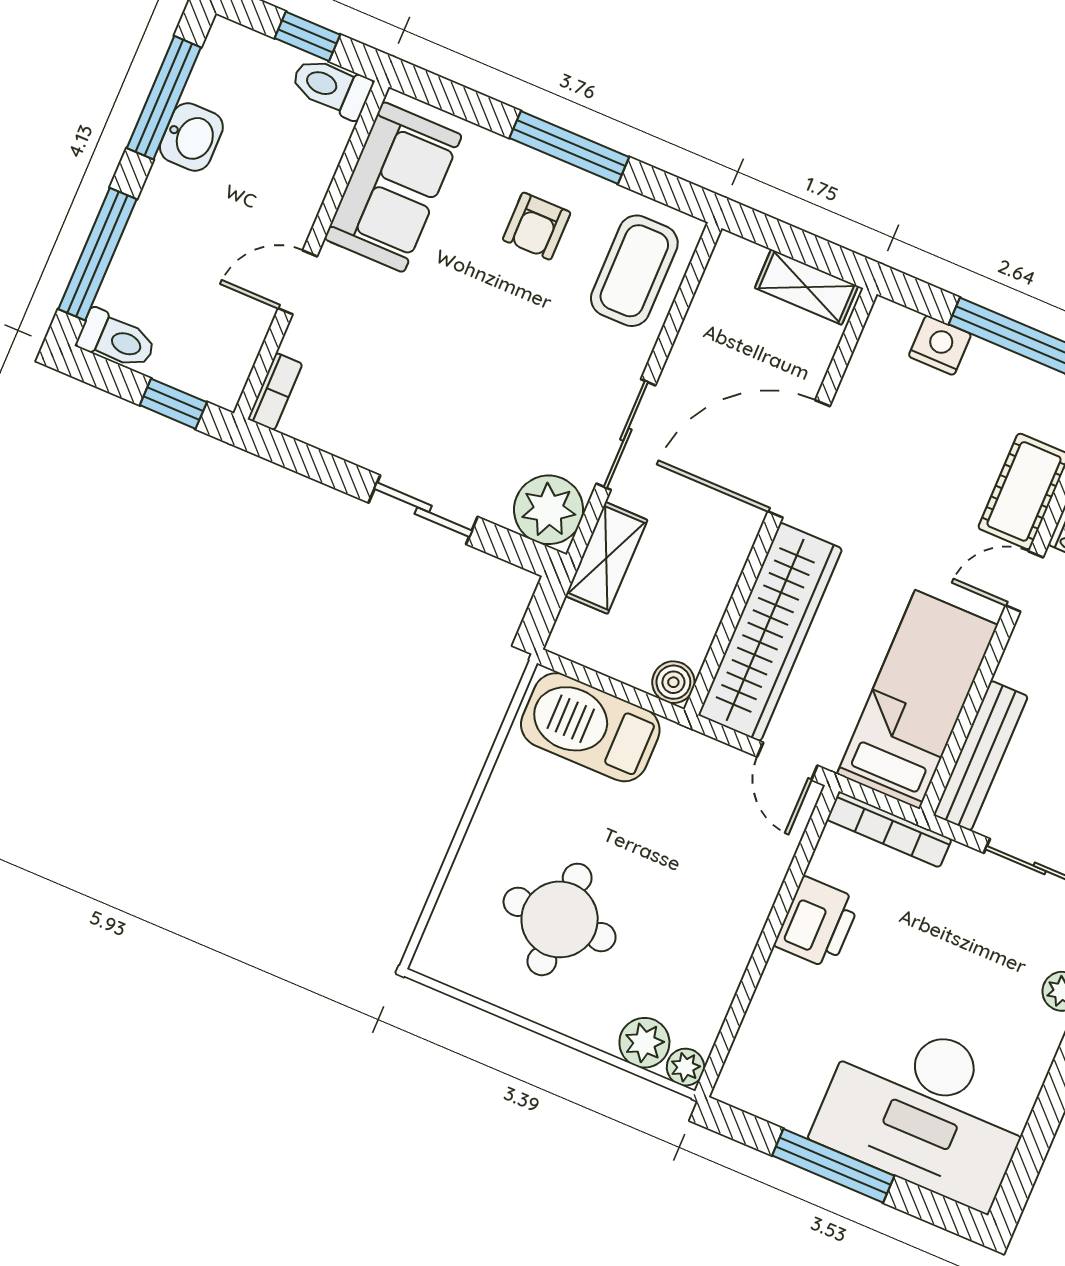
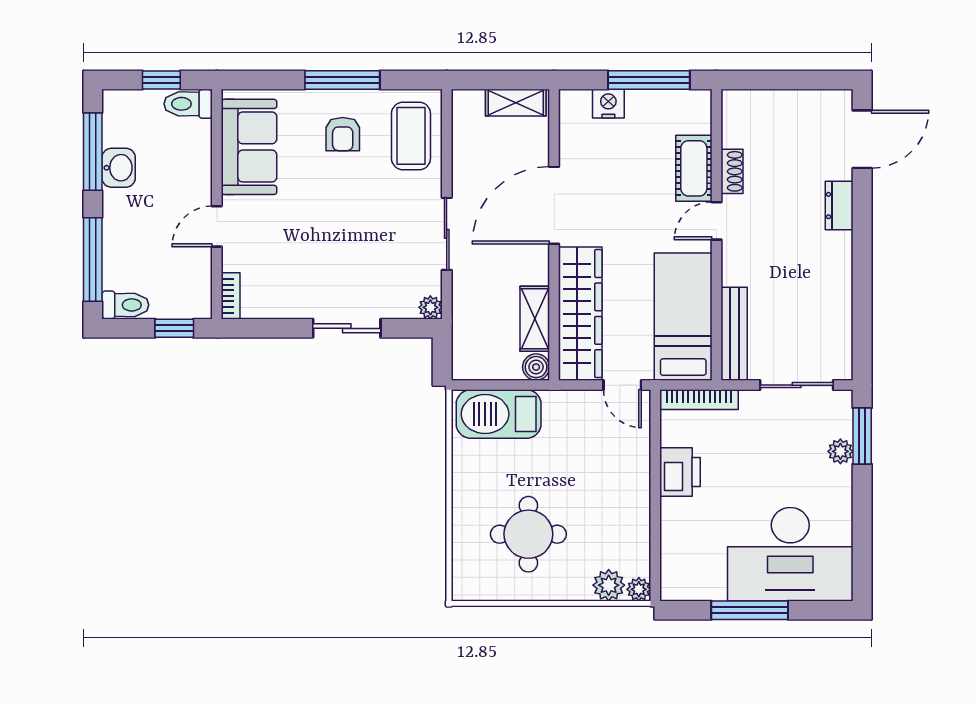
plant: (549, 510) -> (430, 307), width x0.53, depth x0.53
shelving: (606, 558) -> (535, 319), moved

